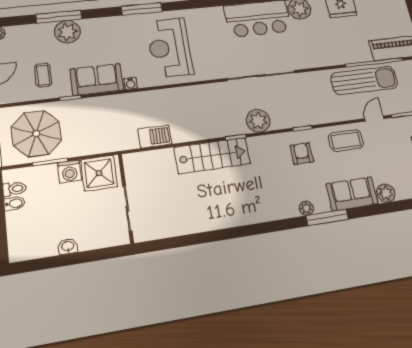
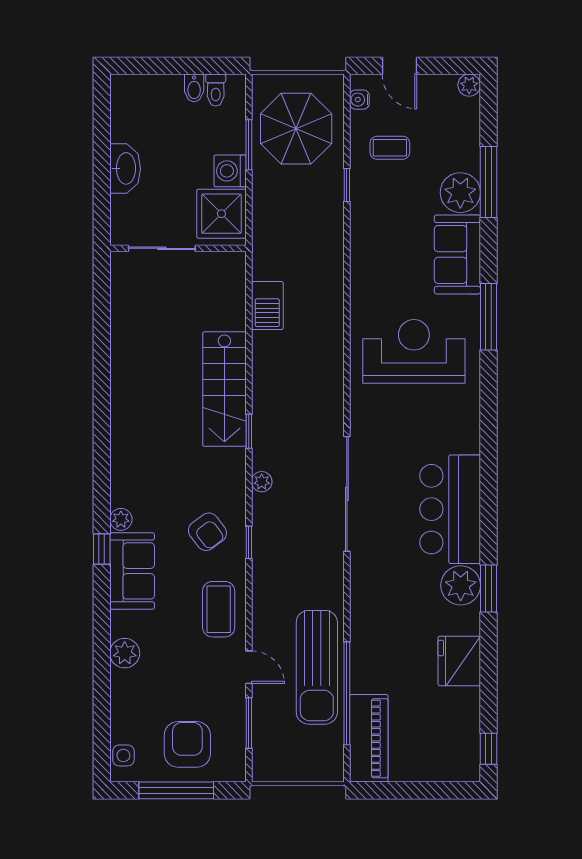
sofa: (97, 80) -> (457, 254), moved, turned 180
water cooler: (131, 83) -> (359, 100), moved
plant: (258, 121) -> (262, 482), width x0.53, depth x0.53
armchair: (302, 154) -> (207, 532), turned 53
sofa: (352, 194) -> (132, 571), moved
window: (327, 218) -> (102, 549), width x0.46
washbasin: (68, 246) -> (125, 168), width x1.91, depth x1.45

